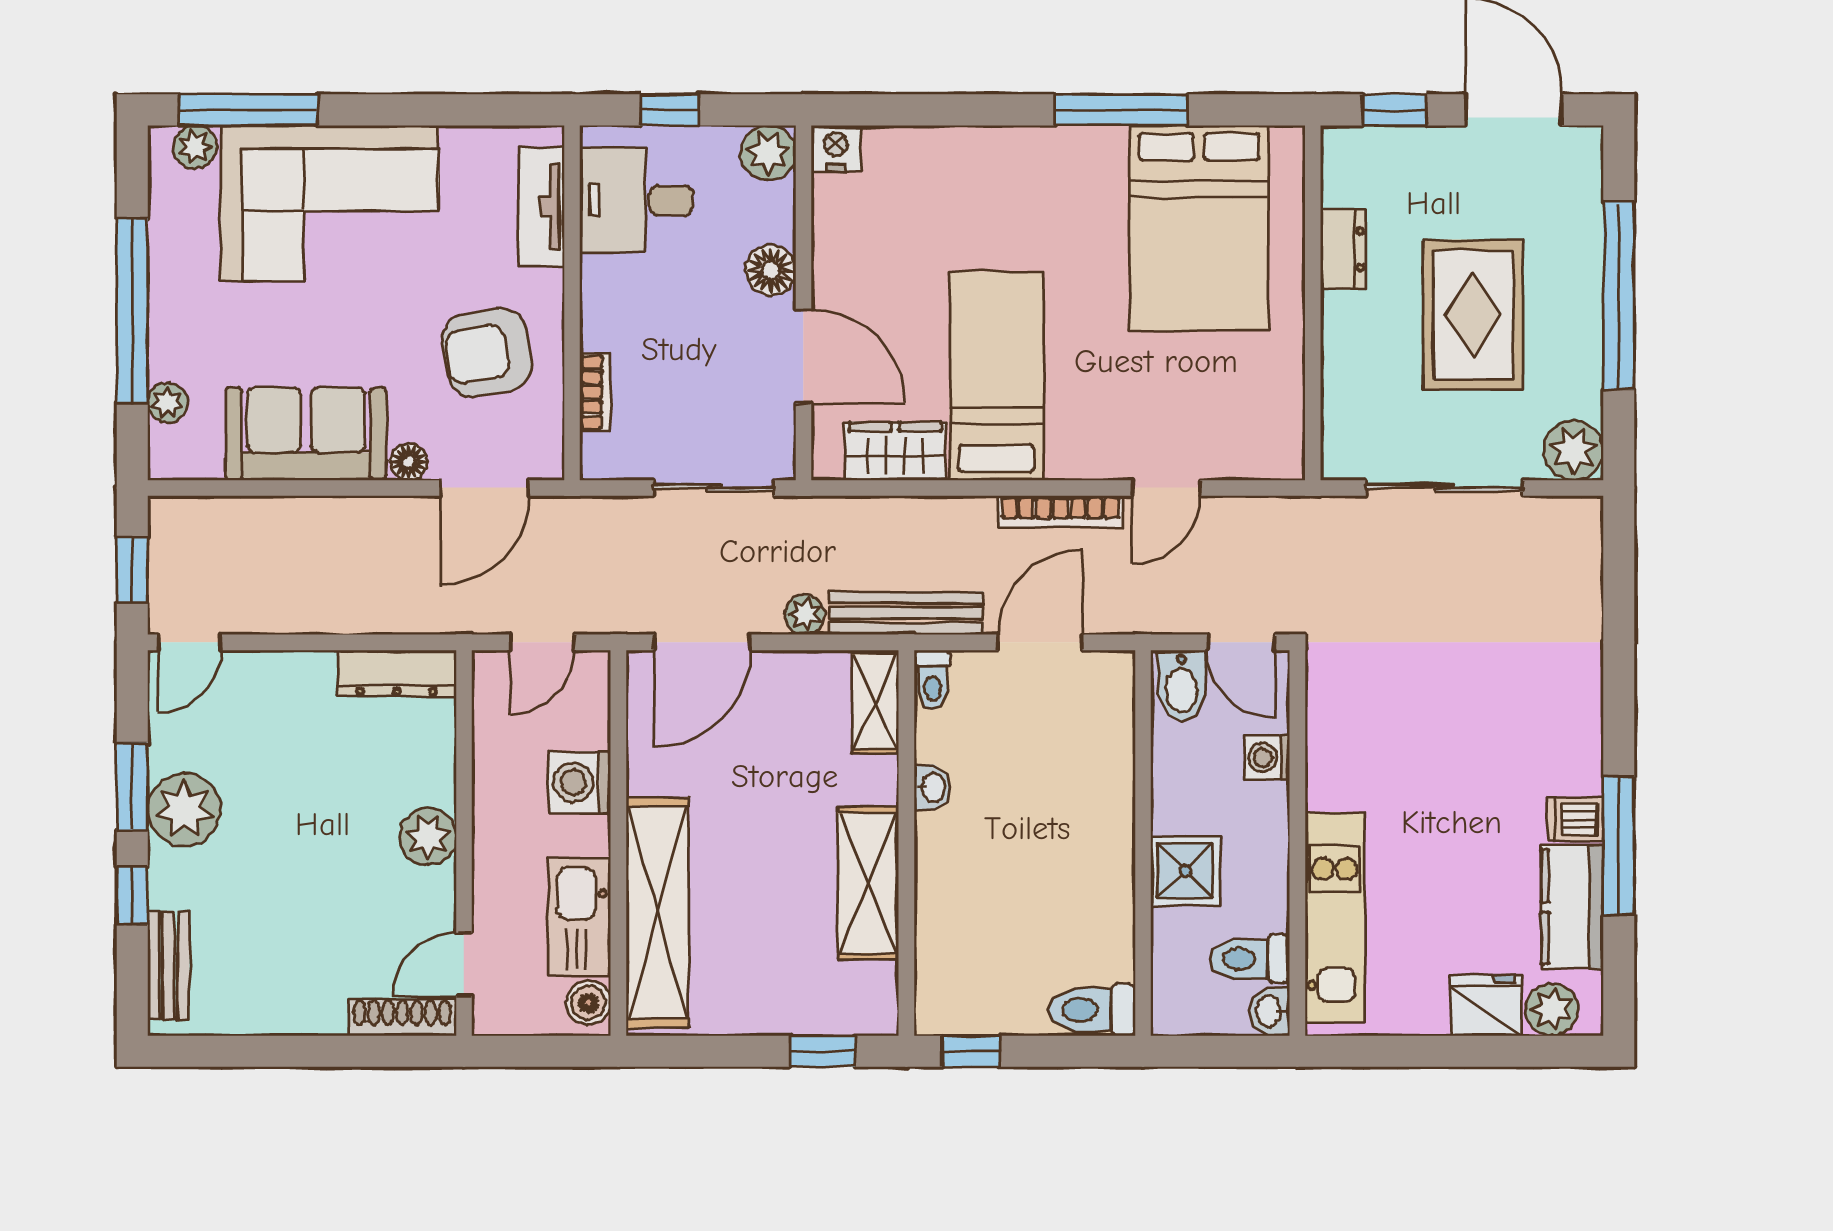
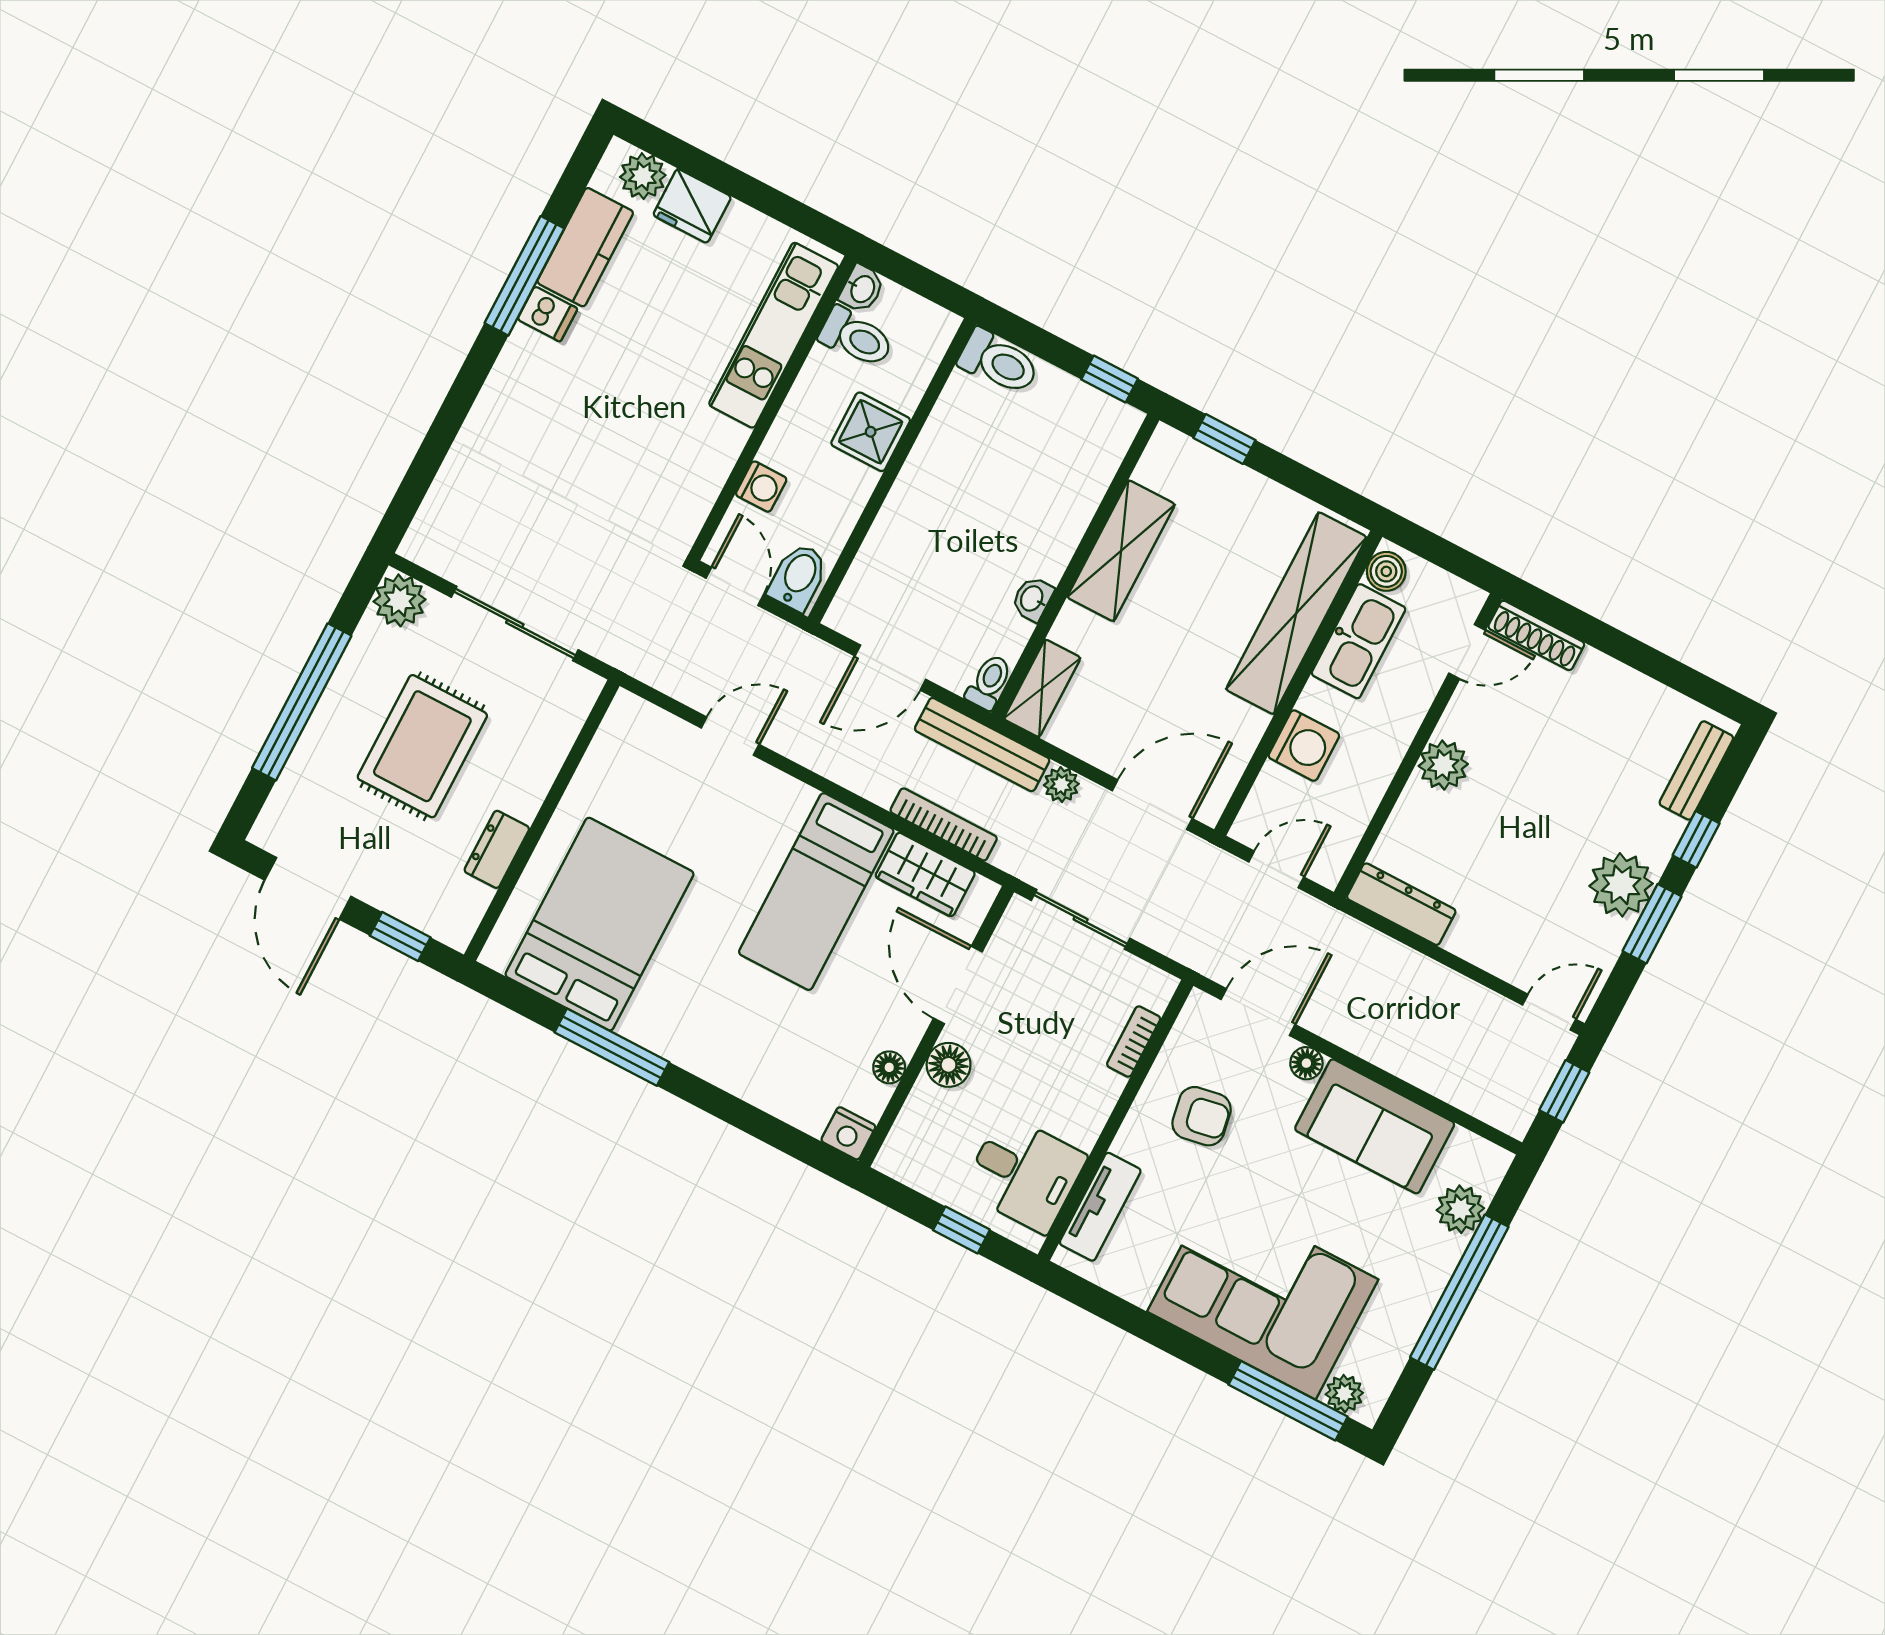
plant: (768, 153) -> (903, 1157), removed
floor lamp: (829, 236) -> (889, 1067), added
armchair: (487, 352) -> (1202, 1116), width x0.72, depth x0.72
plant: (168, 403) -> (1460, 1209), width x1.38, depth x1.38
bookcase: (1061, 512) -> (944, 824), moved

